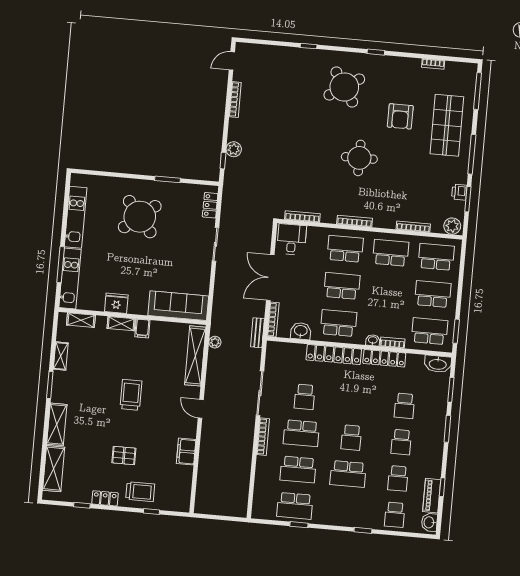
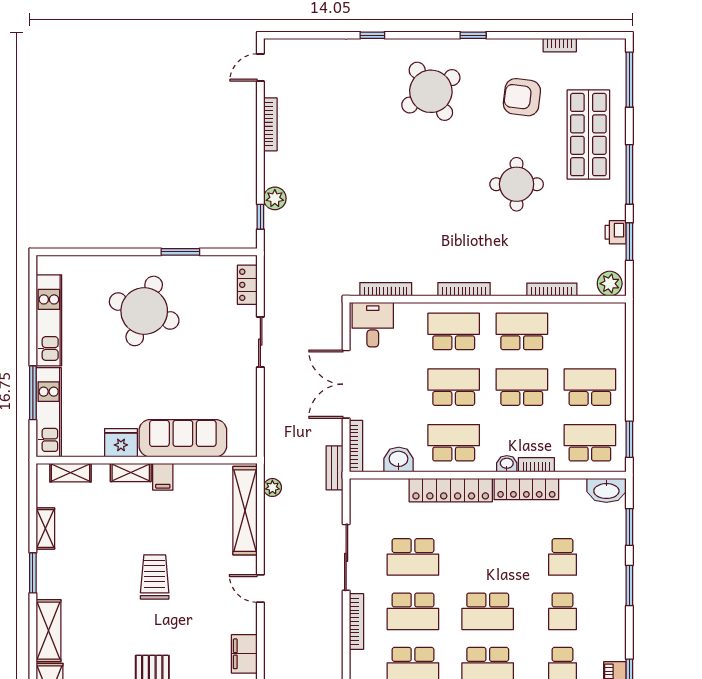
armchair: (400, 116) -> (522, 97), moved, turned 97
round table: (359, 158) -> (517, 184), moved
round table: (140, 217) -> (144, 311), turned -31
school desk: (436, 257) -> (522, 387), moved
sofa: (178, 306) -> (183, 438), moved
school desk: (305, 397) -> (413, 557), width x1.85
school desk: (351, 438) -> (488, 611), width x1.85

